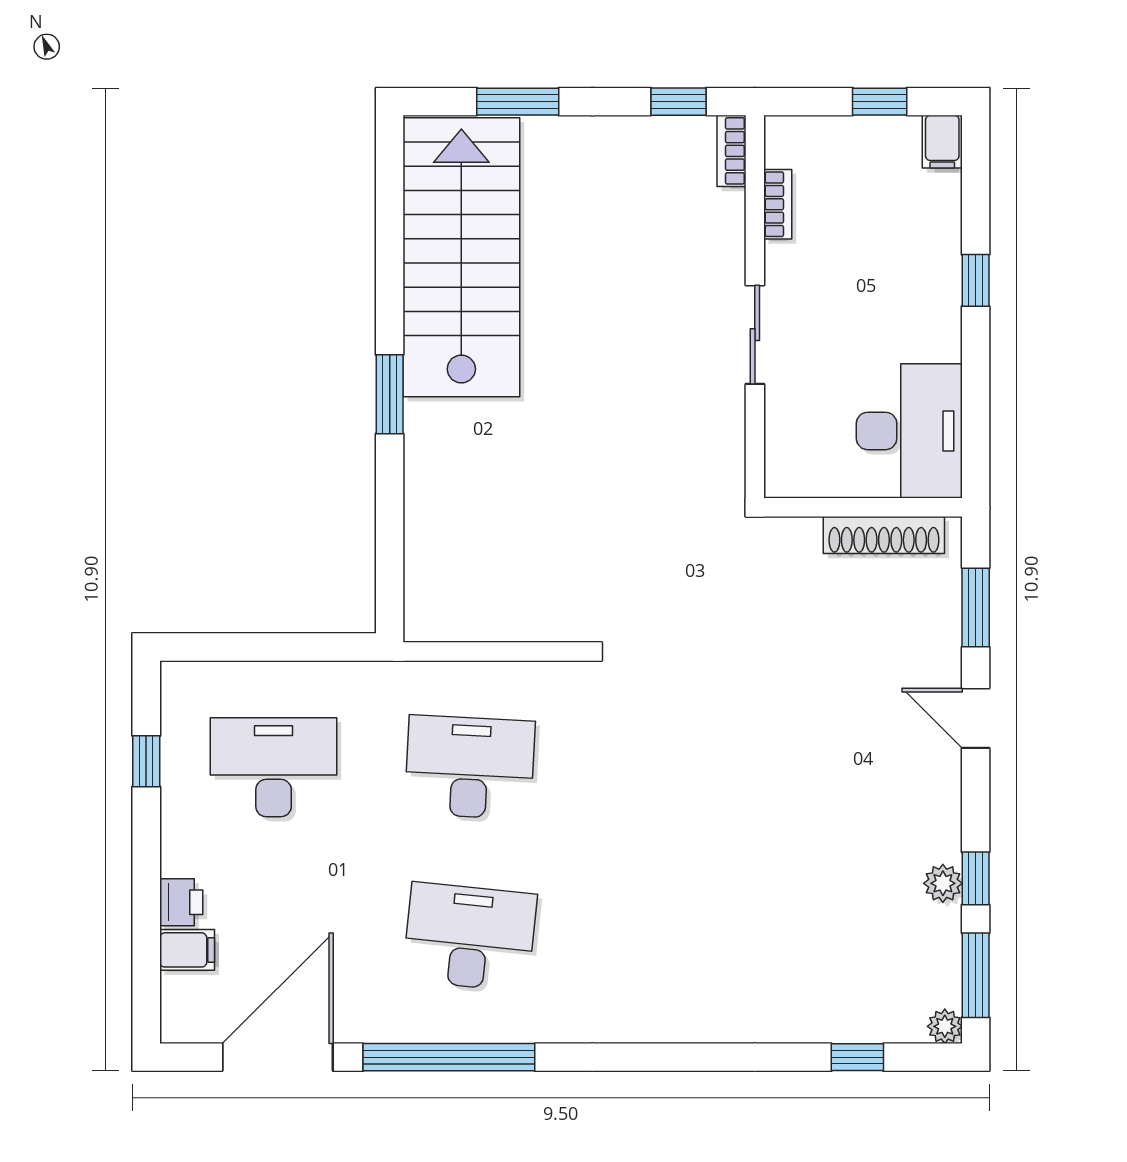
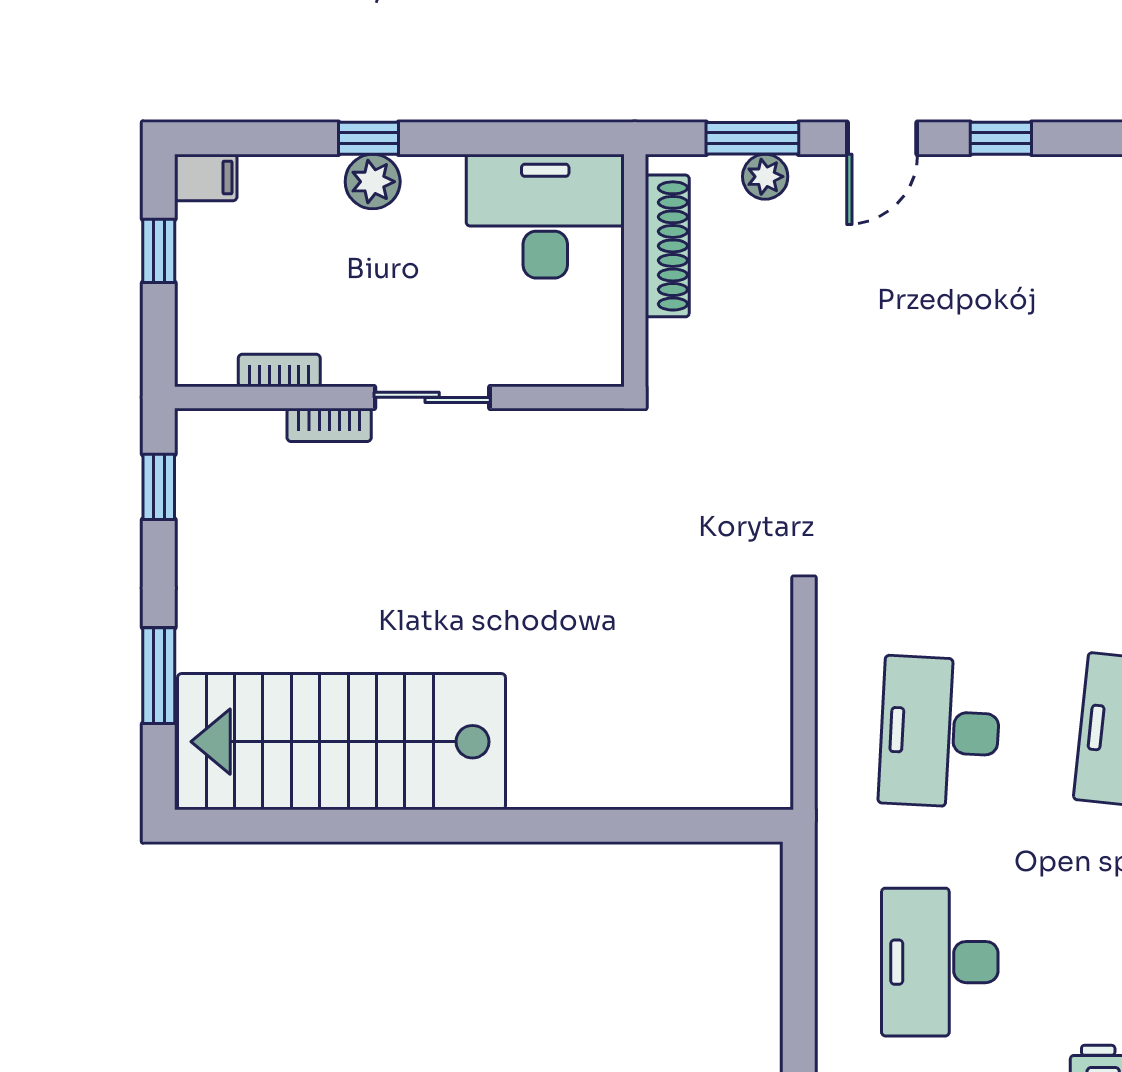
bookcase: (731, 151) -> (329, 425), moved
plant: (939, 284) -> (373, 182), added
window: (390, 394) -> (502, 826), removed
window: (976, 878) -> (1001, 138), moved
plant: (943, 883) -> (765, 177), moved

